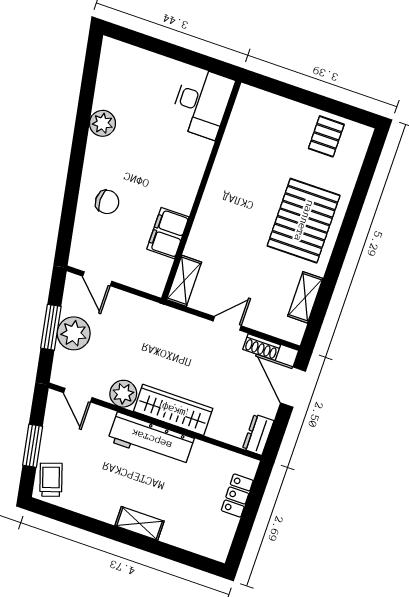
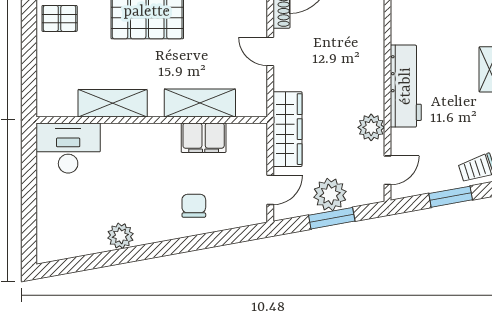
shelving: (229, 159) -> (113, 103), added
shelving: (184, 281) -> (200, 103), moved, width x1.50, depth x1.33
wardrobe: (173, 410) -> (288, 129), moved, turned 180

